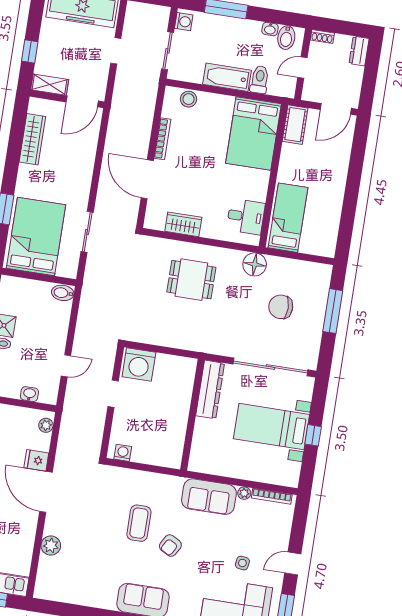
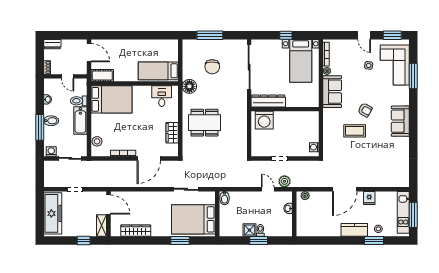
bidet: (286, 38) -> (51, 121), moved
dining table: (191, 280) -> (204, 123), width x1.38
washing machine: (139, 364) -> (264, 120), moved, turned 90
bed with nightstands: (271, 427) -> (301, 61), moved
fridge: (36, 460) -> (369, 198), moved
plant: (51, 546) -> (284, 181), moved

